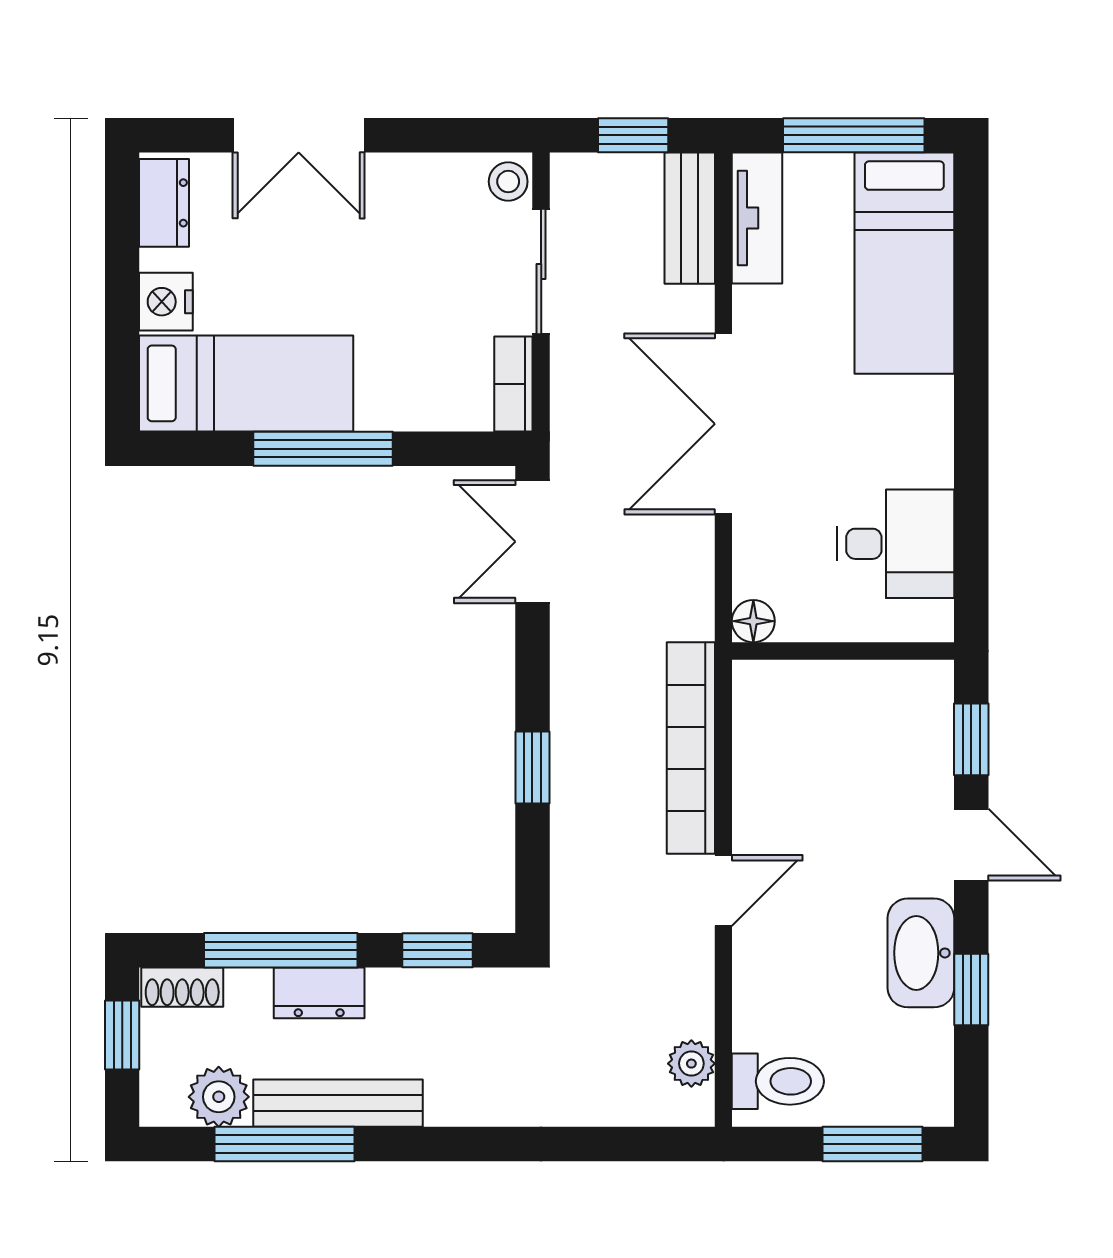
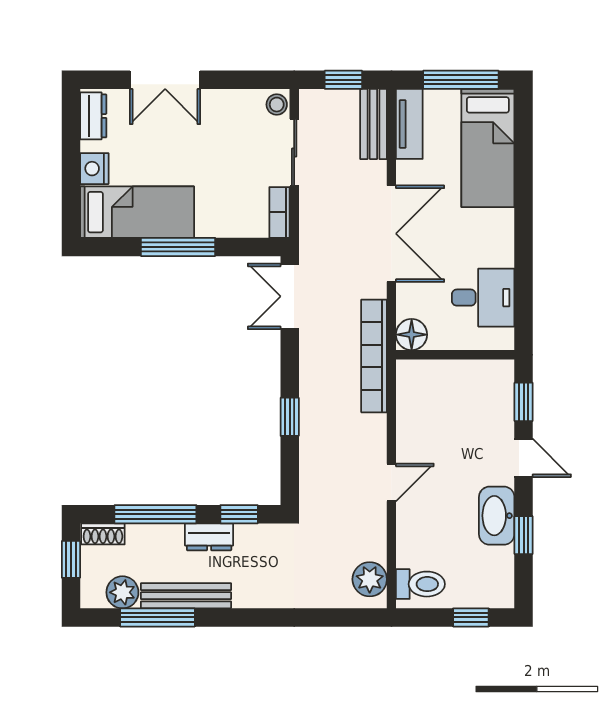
double door: (723, 424) -> (391, 234), swing flipped
floor lamp: (753, 621) -> (412, 335), width x1.37, depth x1.37
bookcase: (691, 748) -> (374, 356), moved
dresser: (319, 993) -> (209, 537), moved
plant: (691, 1064) -> (370, 579), width x1.38, depth x1.38
window: (873, 1144) -> (471, 617), width x0.67

